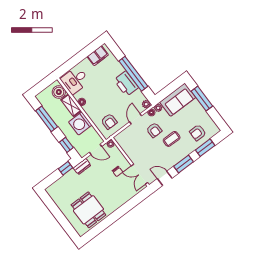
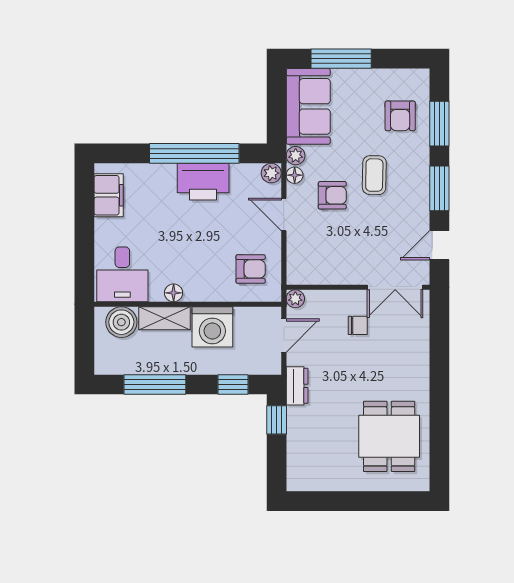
dining table: (88, 210) -> (389, 436), turned 90

